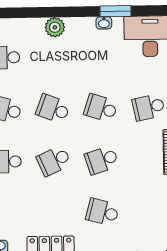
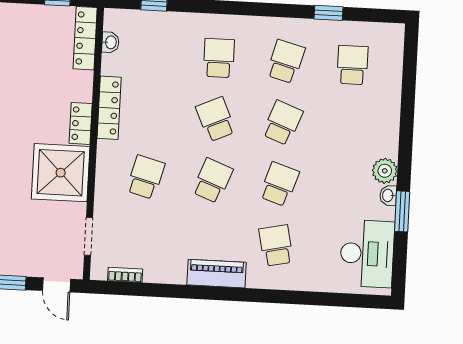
plant: (55, 27) -> (385, 171), moved
school desk: (102, 160) -> (212, 181), turned 39

